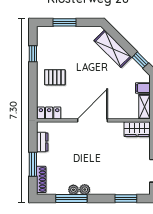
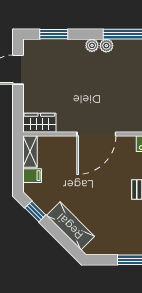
plant: (73, 190) -> (92, 45), moved

